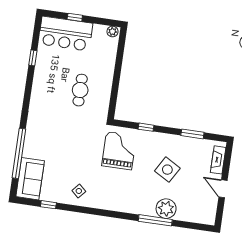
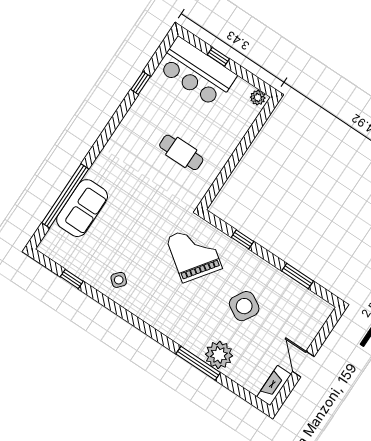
cafe table: (80, 90) -> (181, 152), turned 90
grand piano: (119, 151) -> (194, 253), turned -54
fireplace: (218, 160) -> (274, 385), moved
sofa: (30, 179) -> (82, 208), moved

